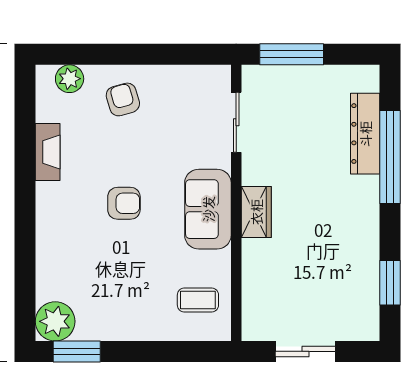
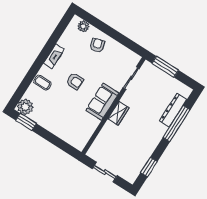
fireplace: (48, 152) -> (54, 56), moved
coffee table: (198, 300) -> (42, 83), moved

